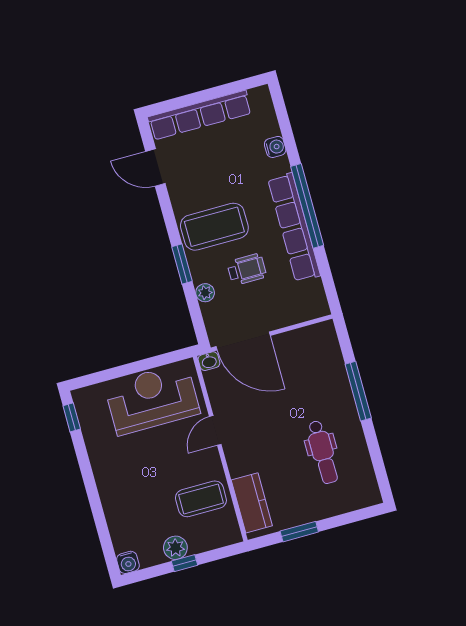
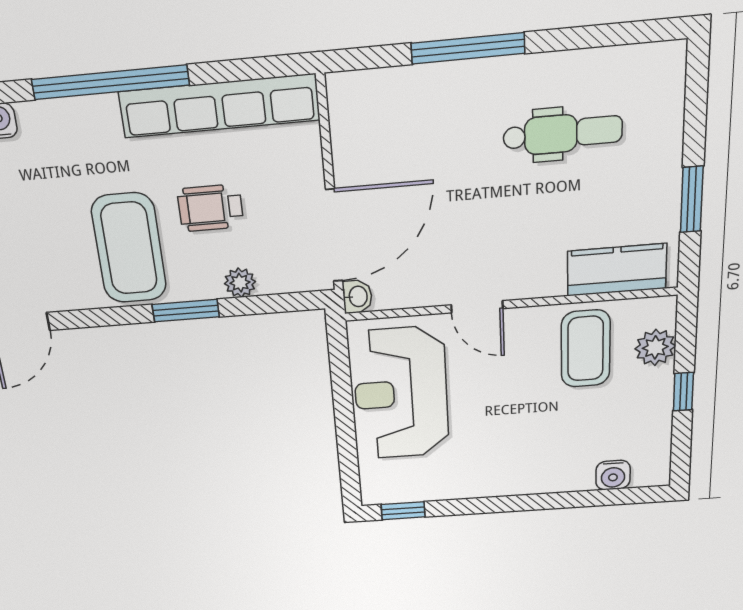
row of seats: (294, 227) -> (219, 106), moved
wheelchair: (247, 269) -> (210, 208), turned -90
plant: (175, 548) -> (655, 347), moved
water cooler: (128, 562) -> (613, 475), moved, turned 90

